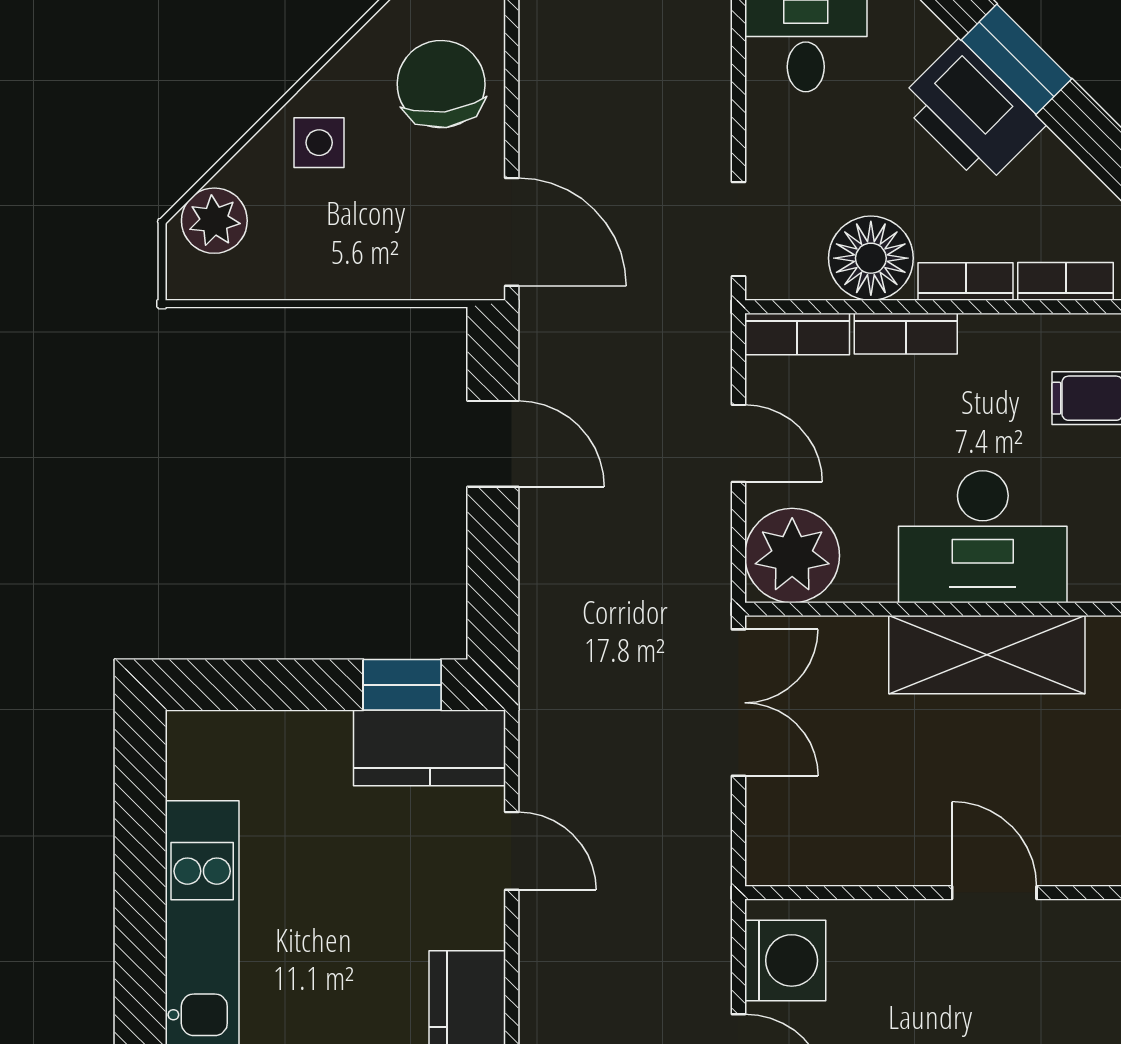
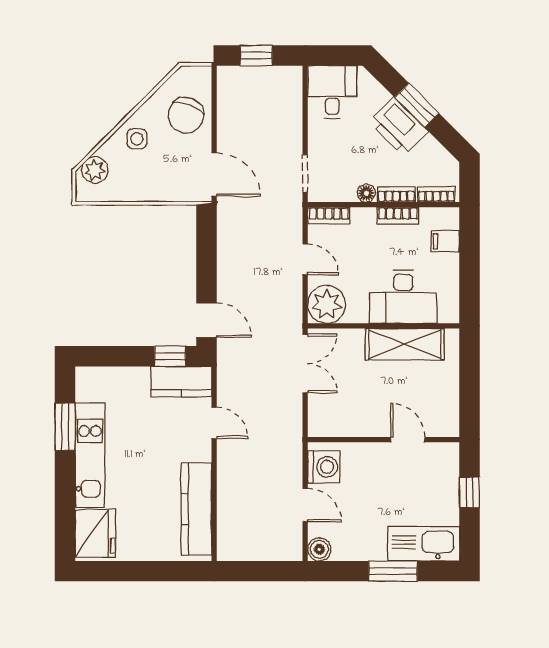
chair: (441, 84) -> (186, 115), turned -152
floor lamp: (871, 258) -> (366, 193), width x0.53, depth x0.53
bookcase: (906, 334) -> (398, 215), moved
door: (493, 444) -> (207, 320), moved
window: (140, 860) -> (65, 427), added

